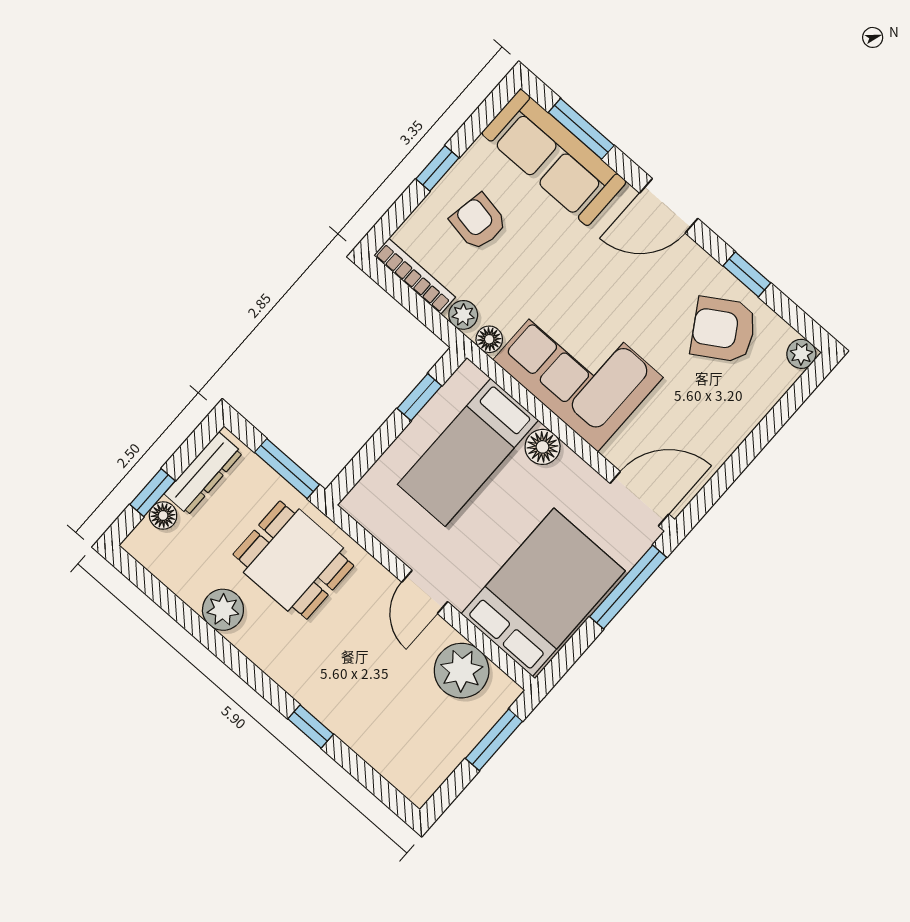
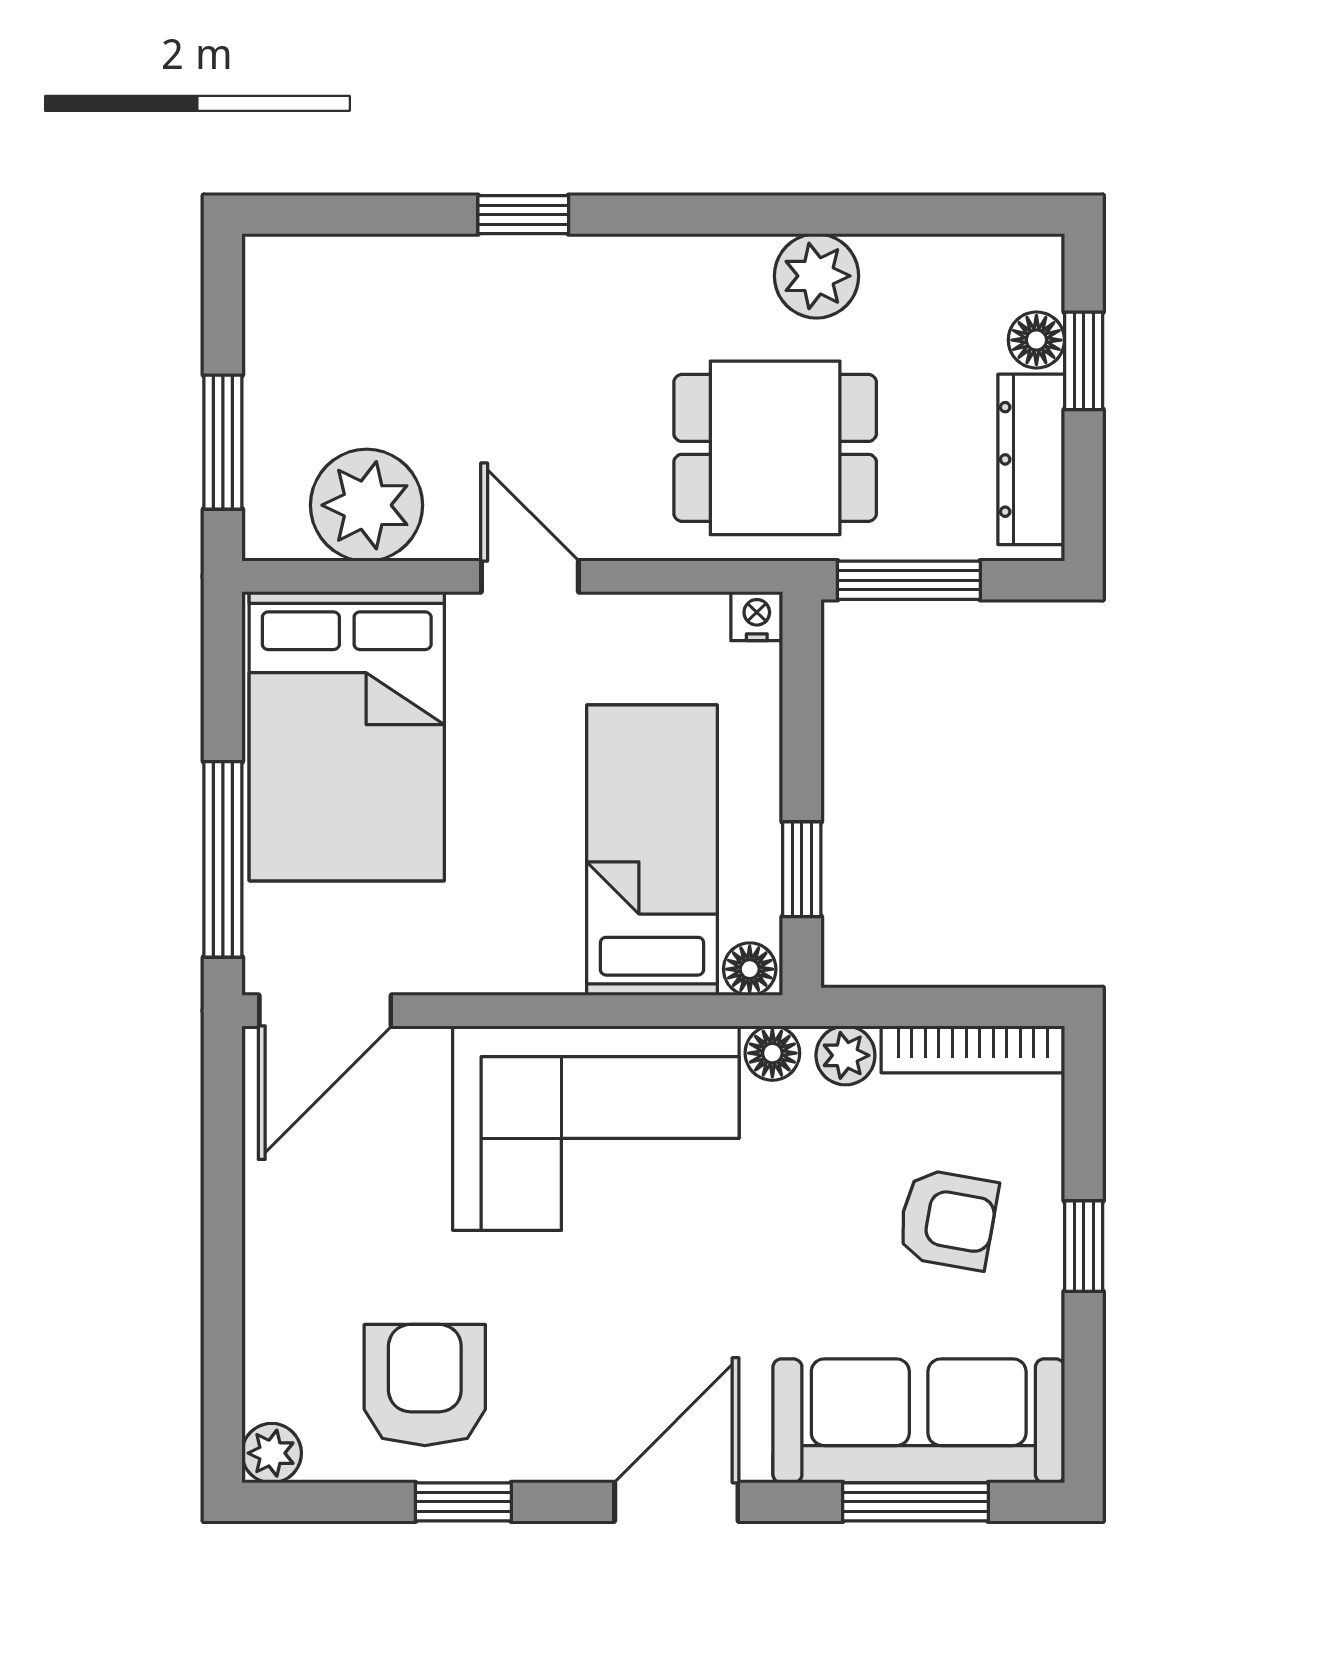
armchair: (723, 329) -> (425, 1385), turned -58
floor lamp: (543, 447) -> (750, 969), moved, width x0.73, depth x0.73
nightstand: (354, 504) -> (757, 616), added

